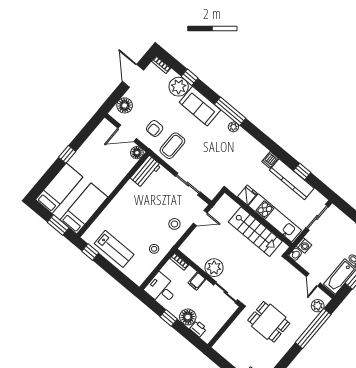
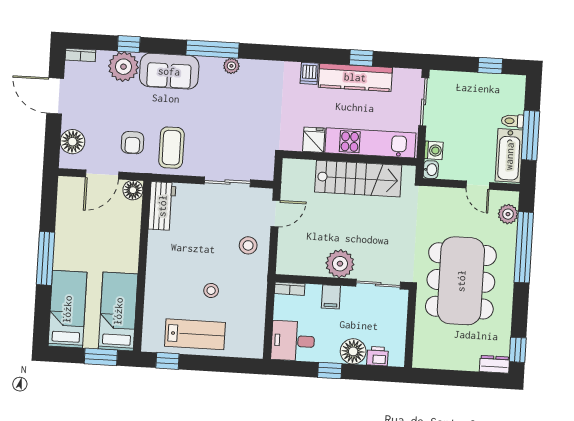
window: (67, 154) -> (46, 258), width x2.17
stool: (154, 249) -> (211, 291), moved
dining table: (269, 322) -> (461, 281), width x1.87, depth x1.24

